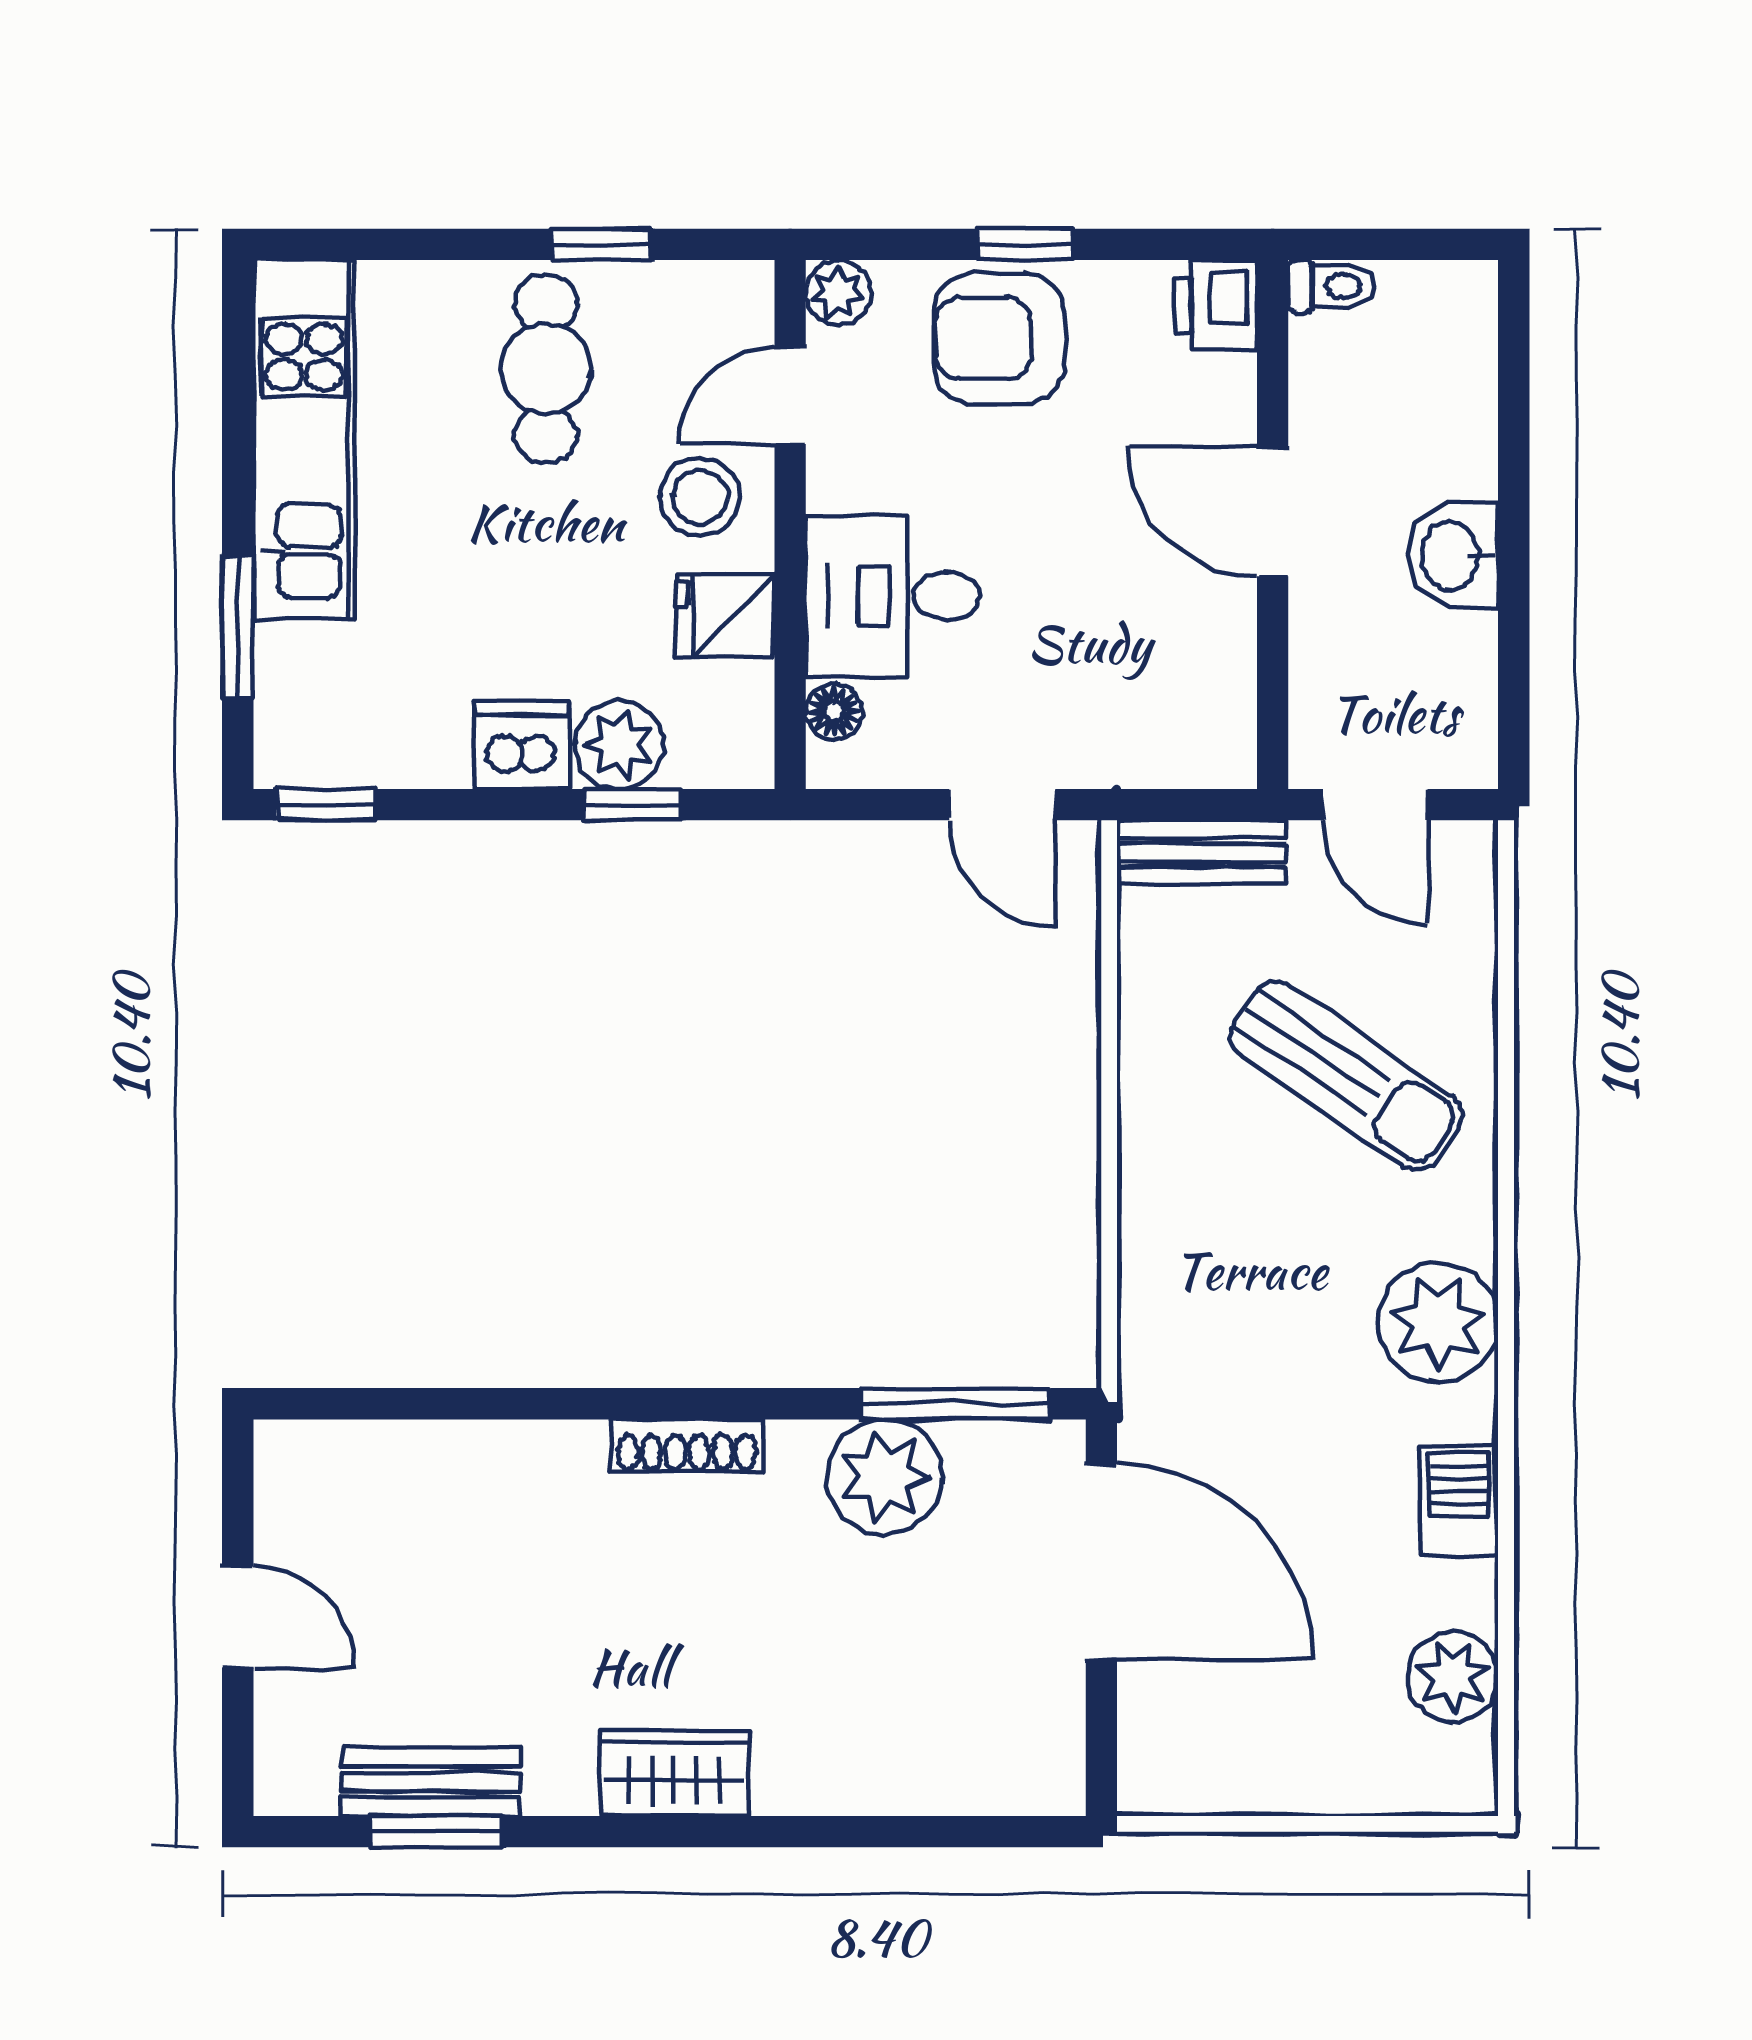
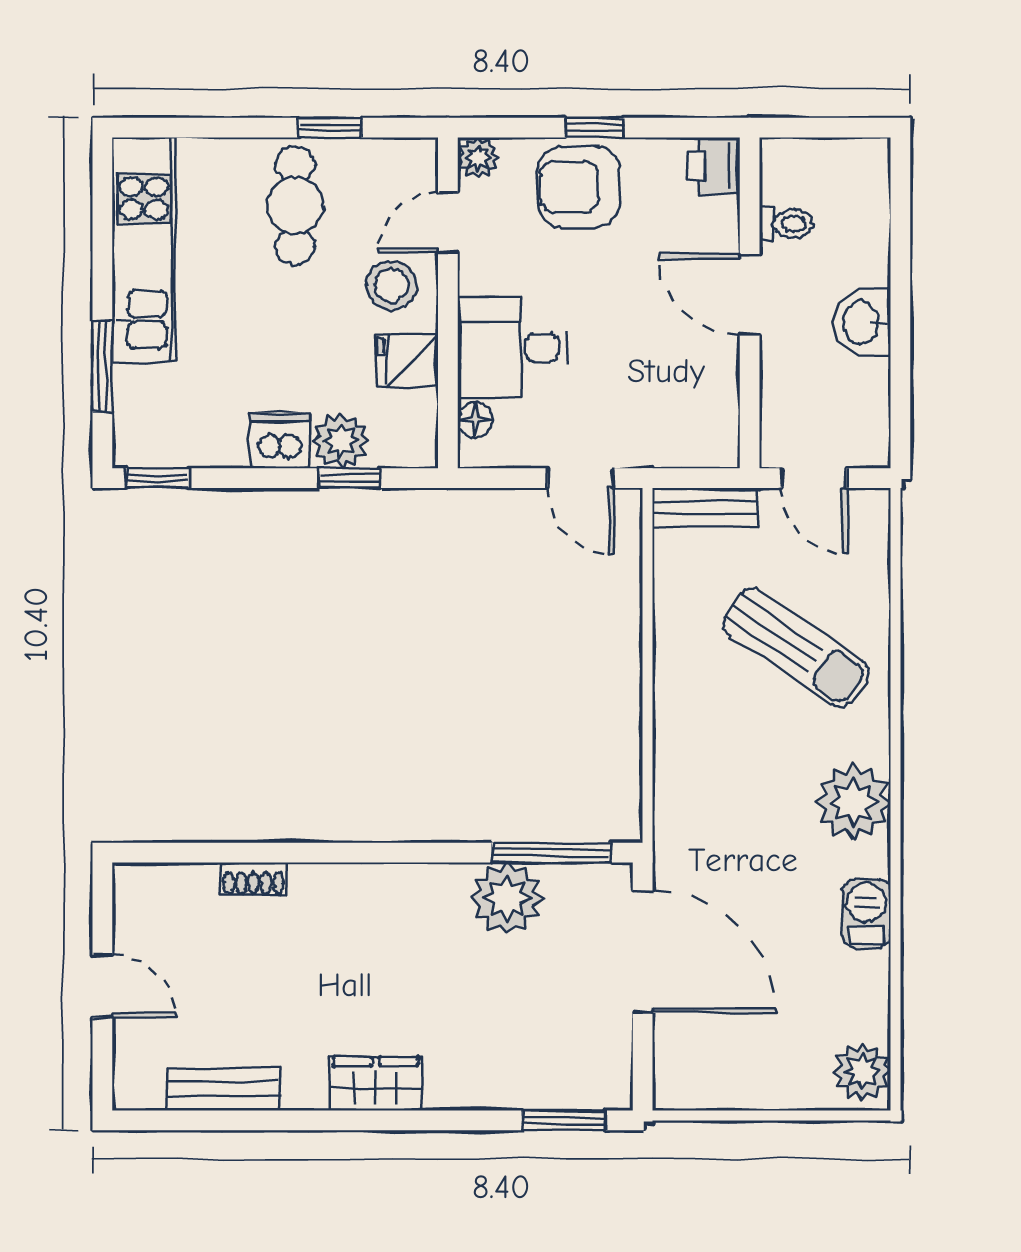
toilet: (1331, 286) -> (786, 223), moved
shoe rack: (687, 1445) -> (254, 879), moved, width x0.70
plant: (1453, 1677) -> (862, 1071), moved
window: (436, 1832) -> (564, 1120), moved

